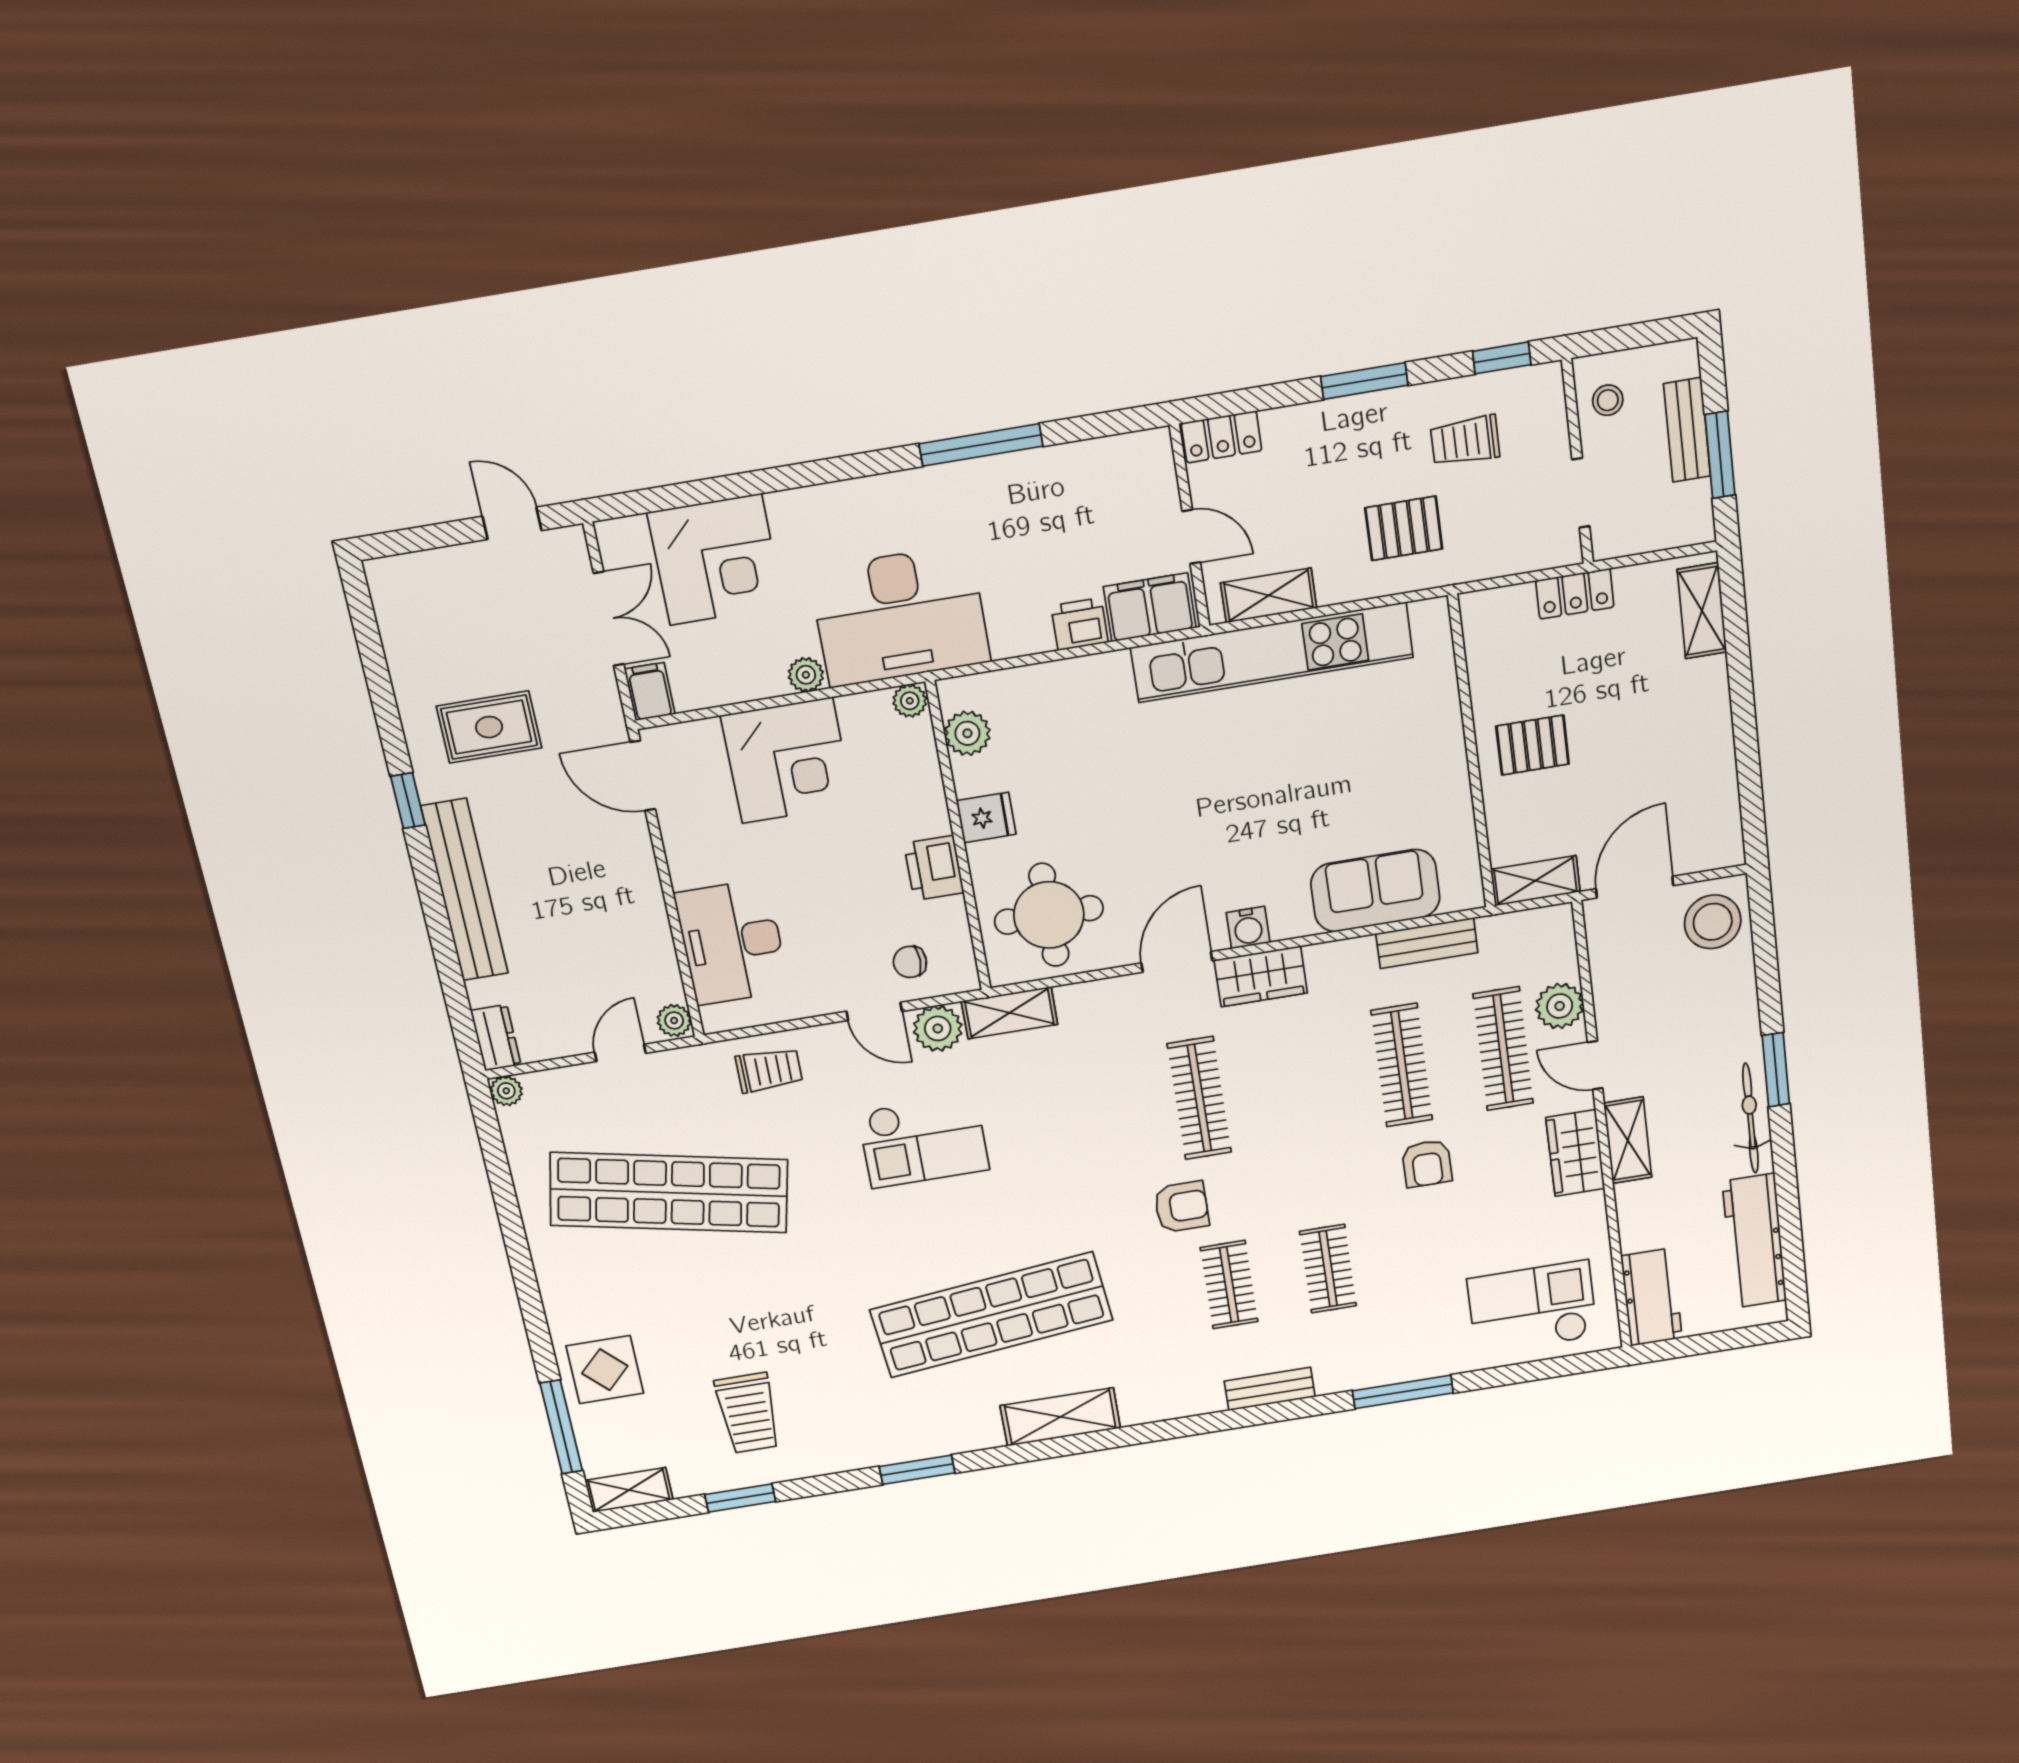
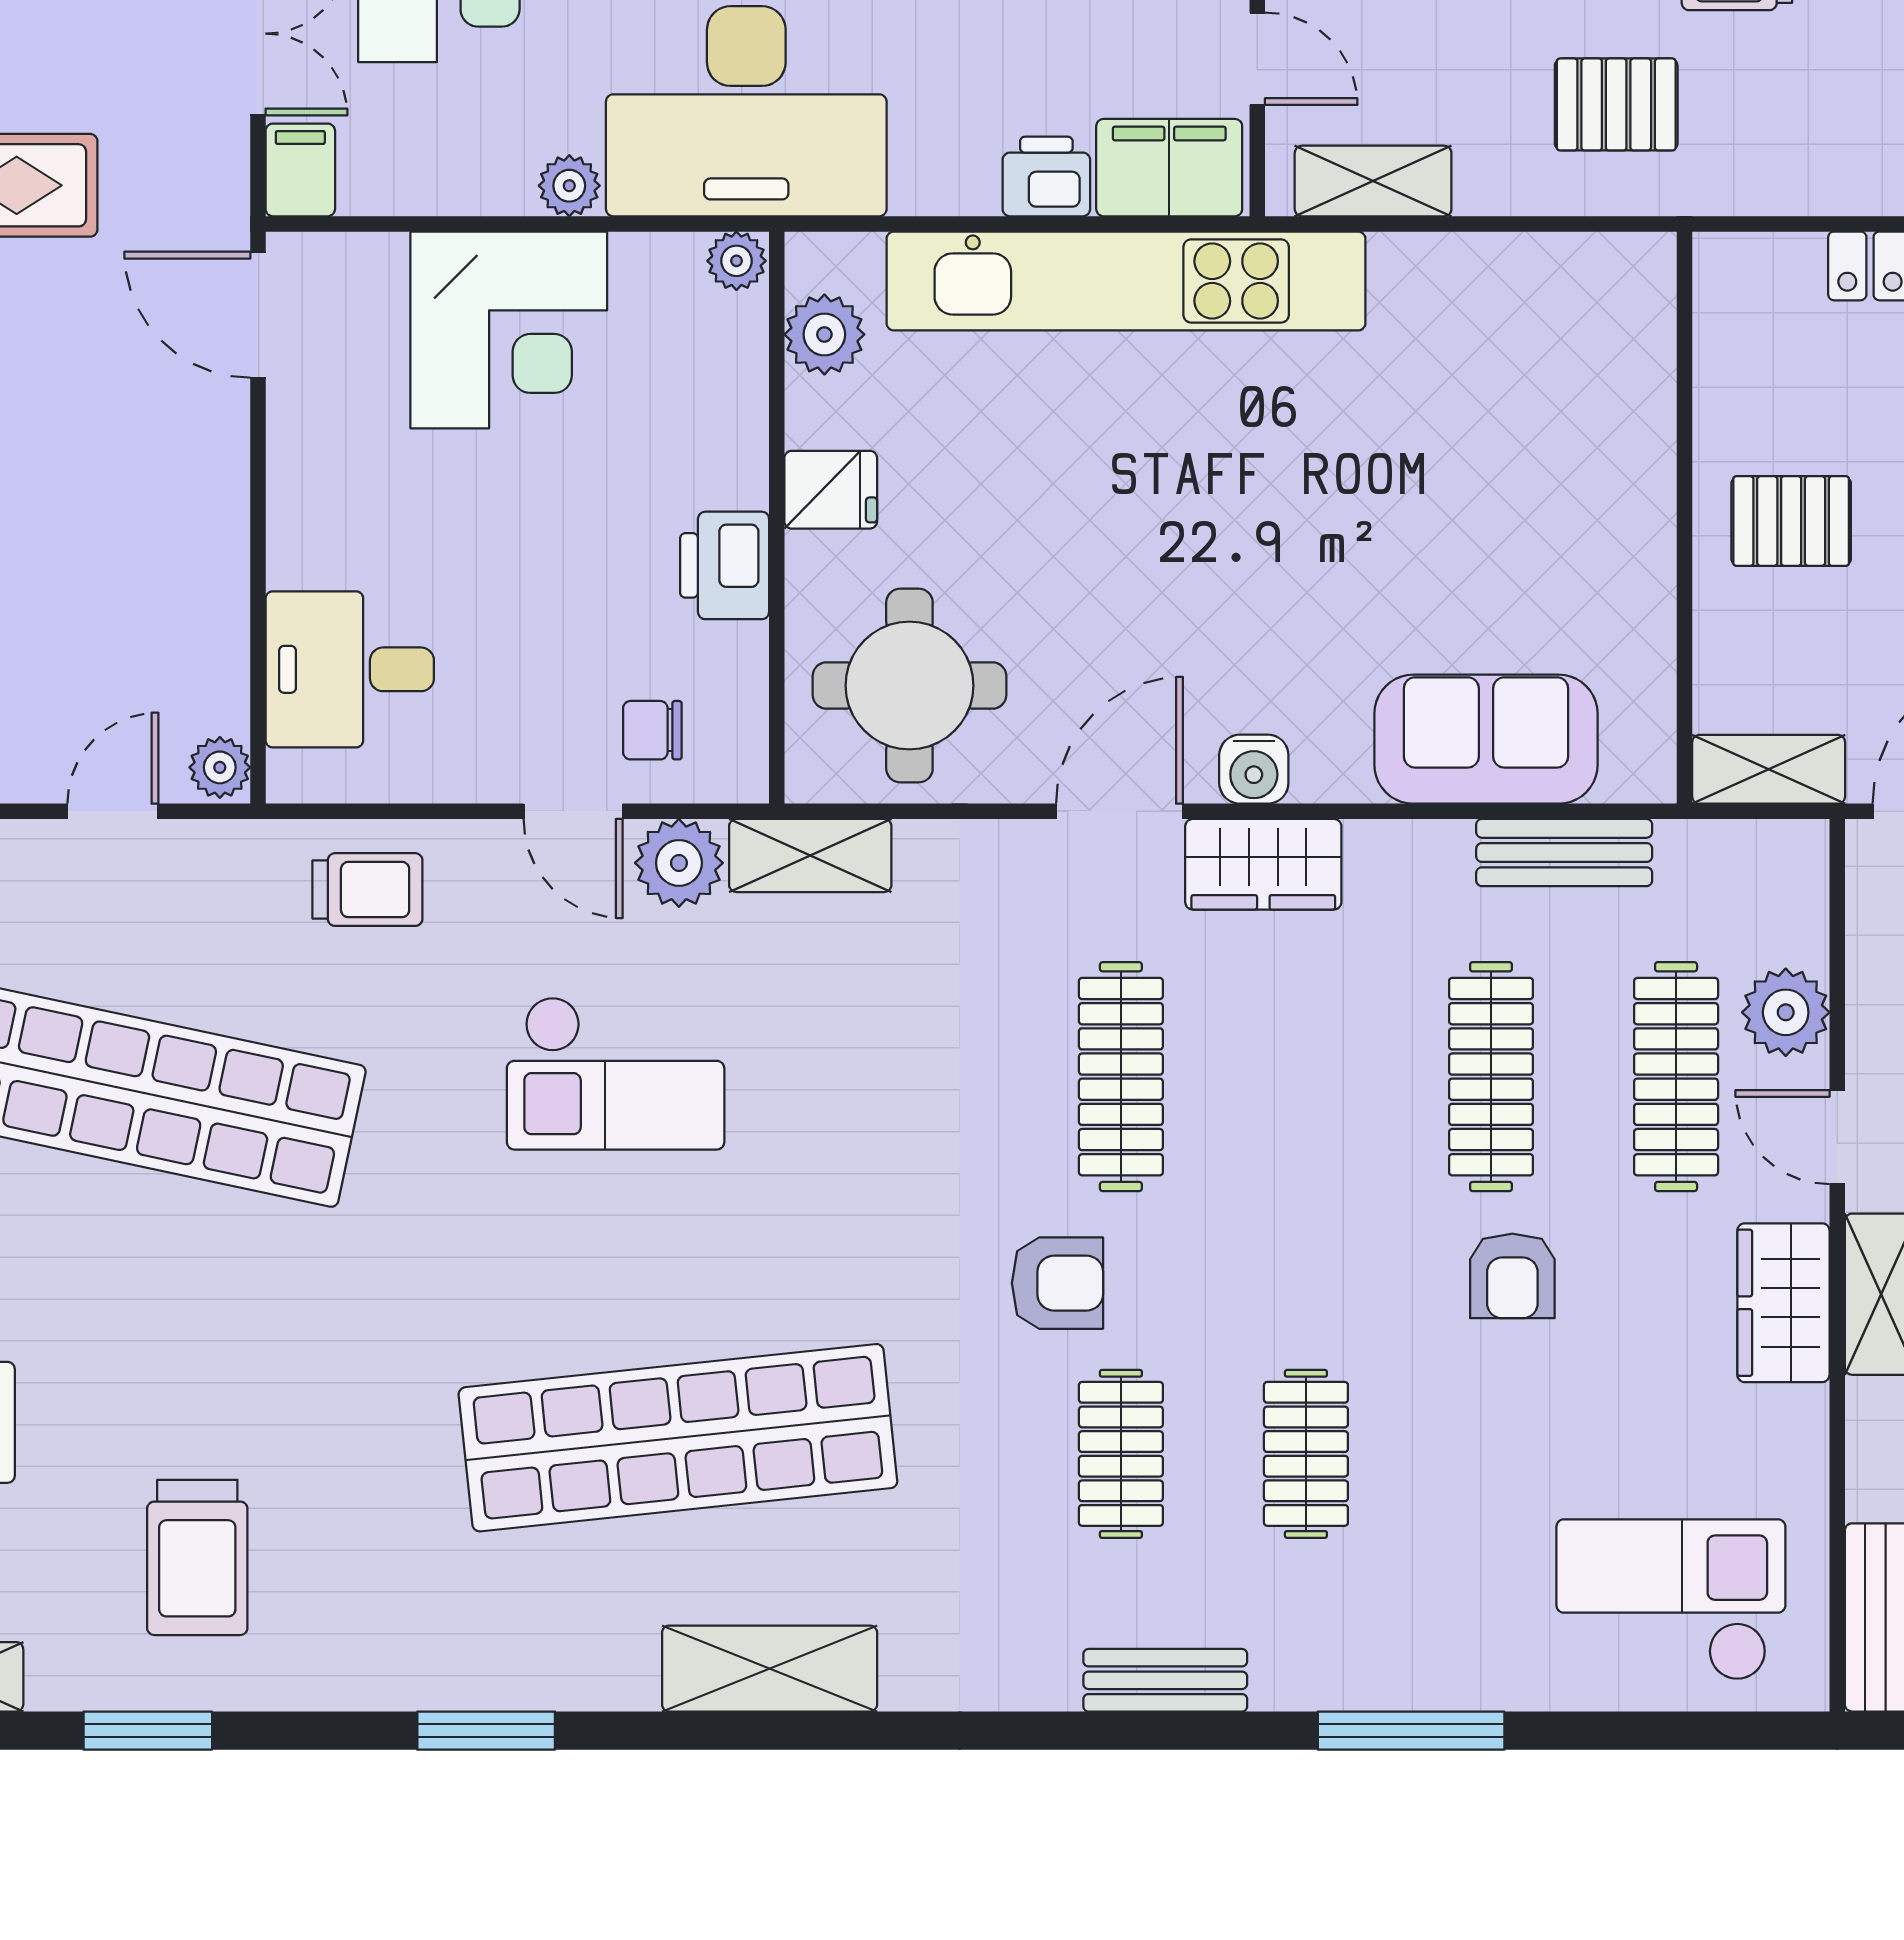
kitchen unit: (1272, 652) -> (1126, 281), moved
desk: (732, 942) -> (350, 669), width x0.73

